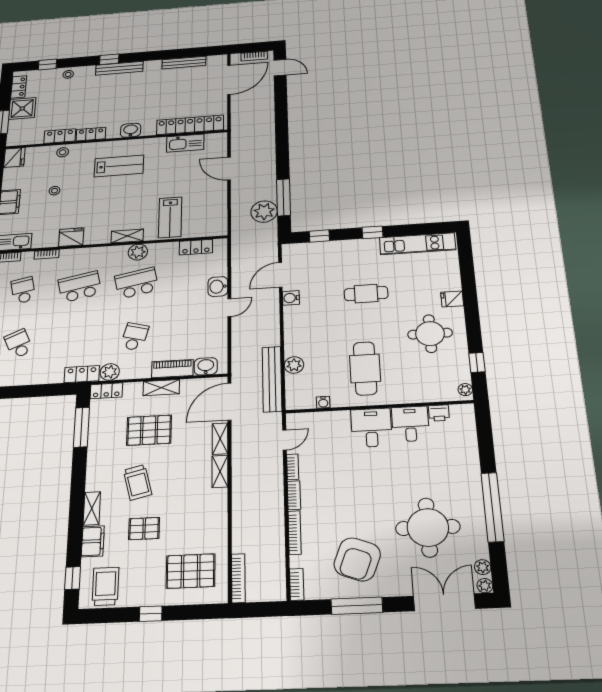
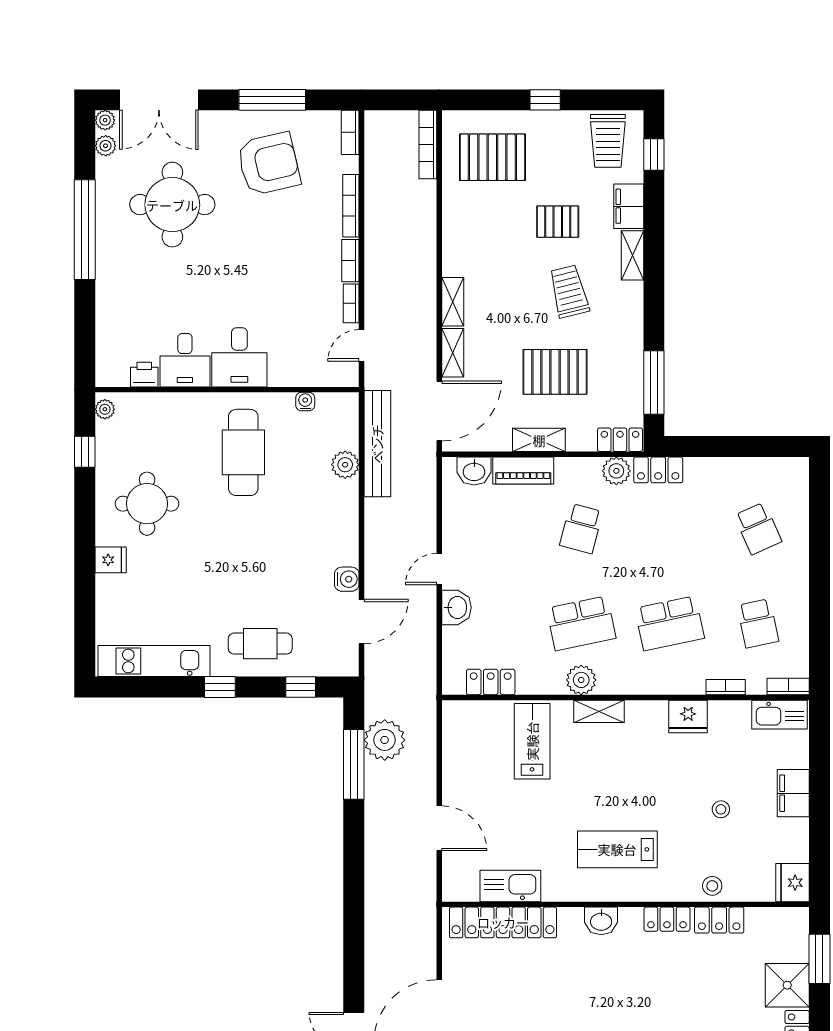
cafe table: (366, 294) -> (260, 644), moved
armchair: (357, 559) -> (269, 164), turned 56

